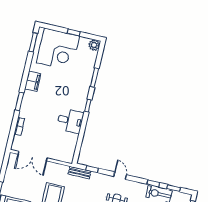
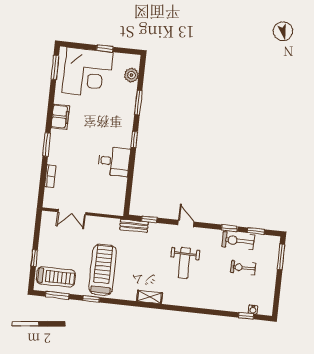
plant: (94, 45) -> (131, 75), moved
double door: (33, 156) -> (72, 212), width x0.73

